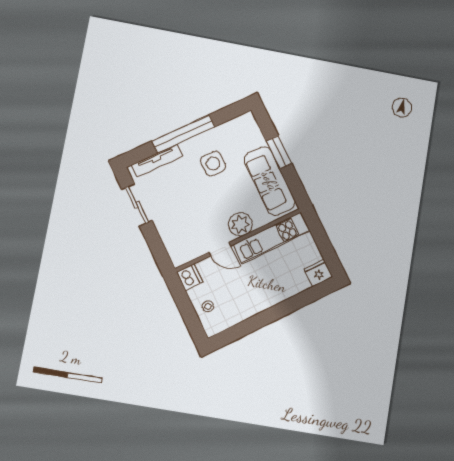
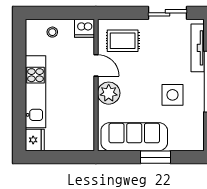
rug: (184, 235) -> (123, 41), added
kitchen unit: (272, 238) -> (36, 92), moved, turned 180
door: (220, 249) -> (96, 65), swing flipped

